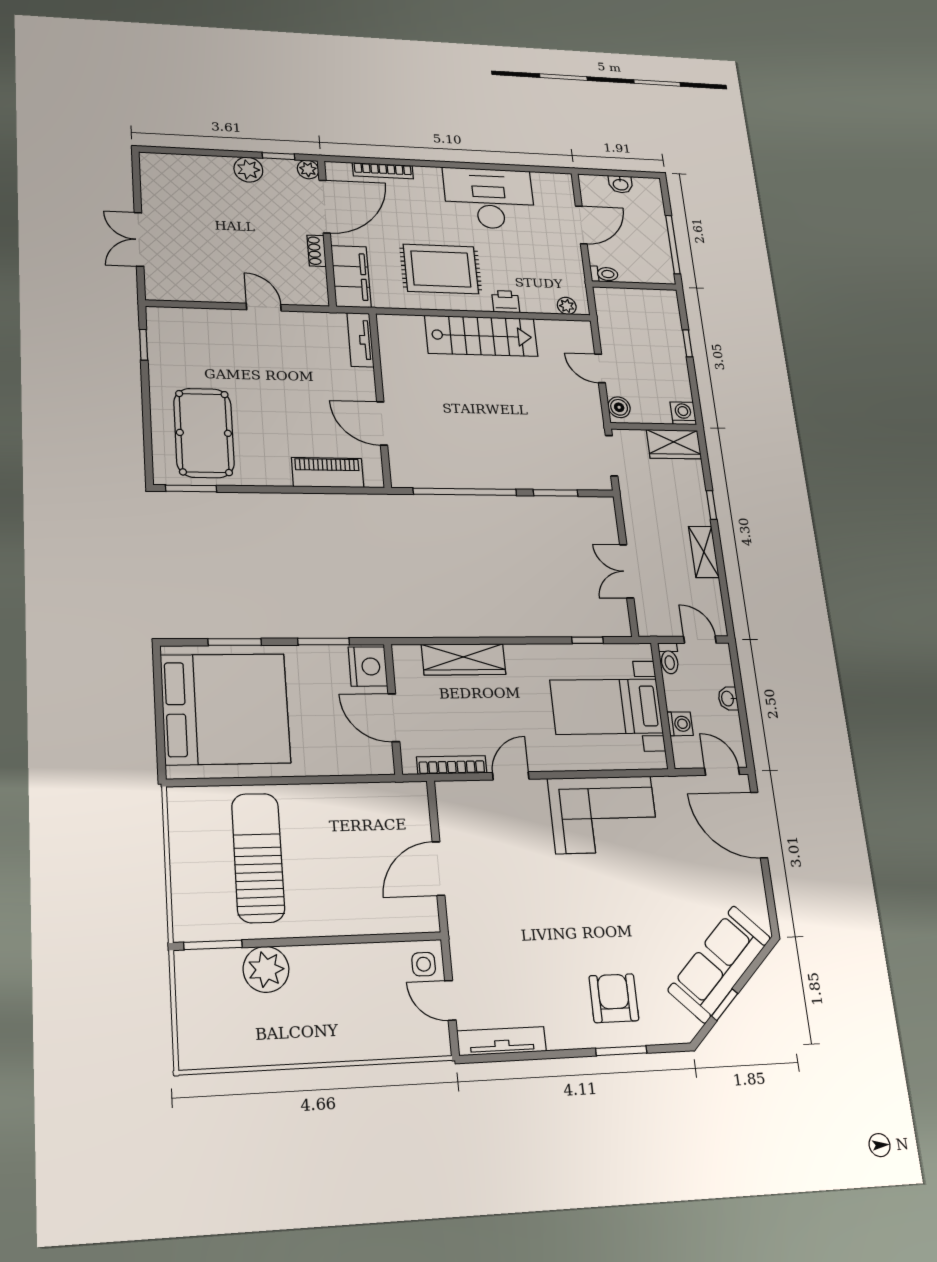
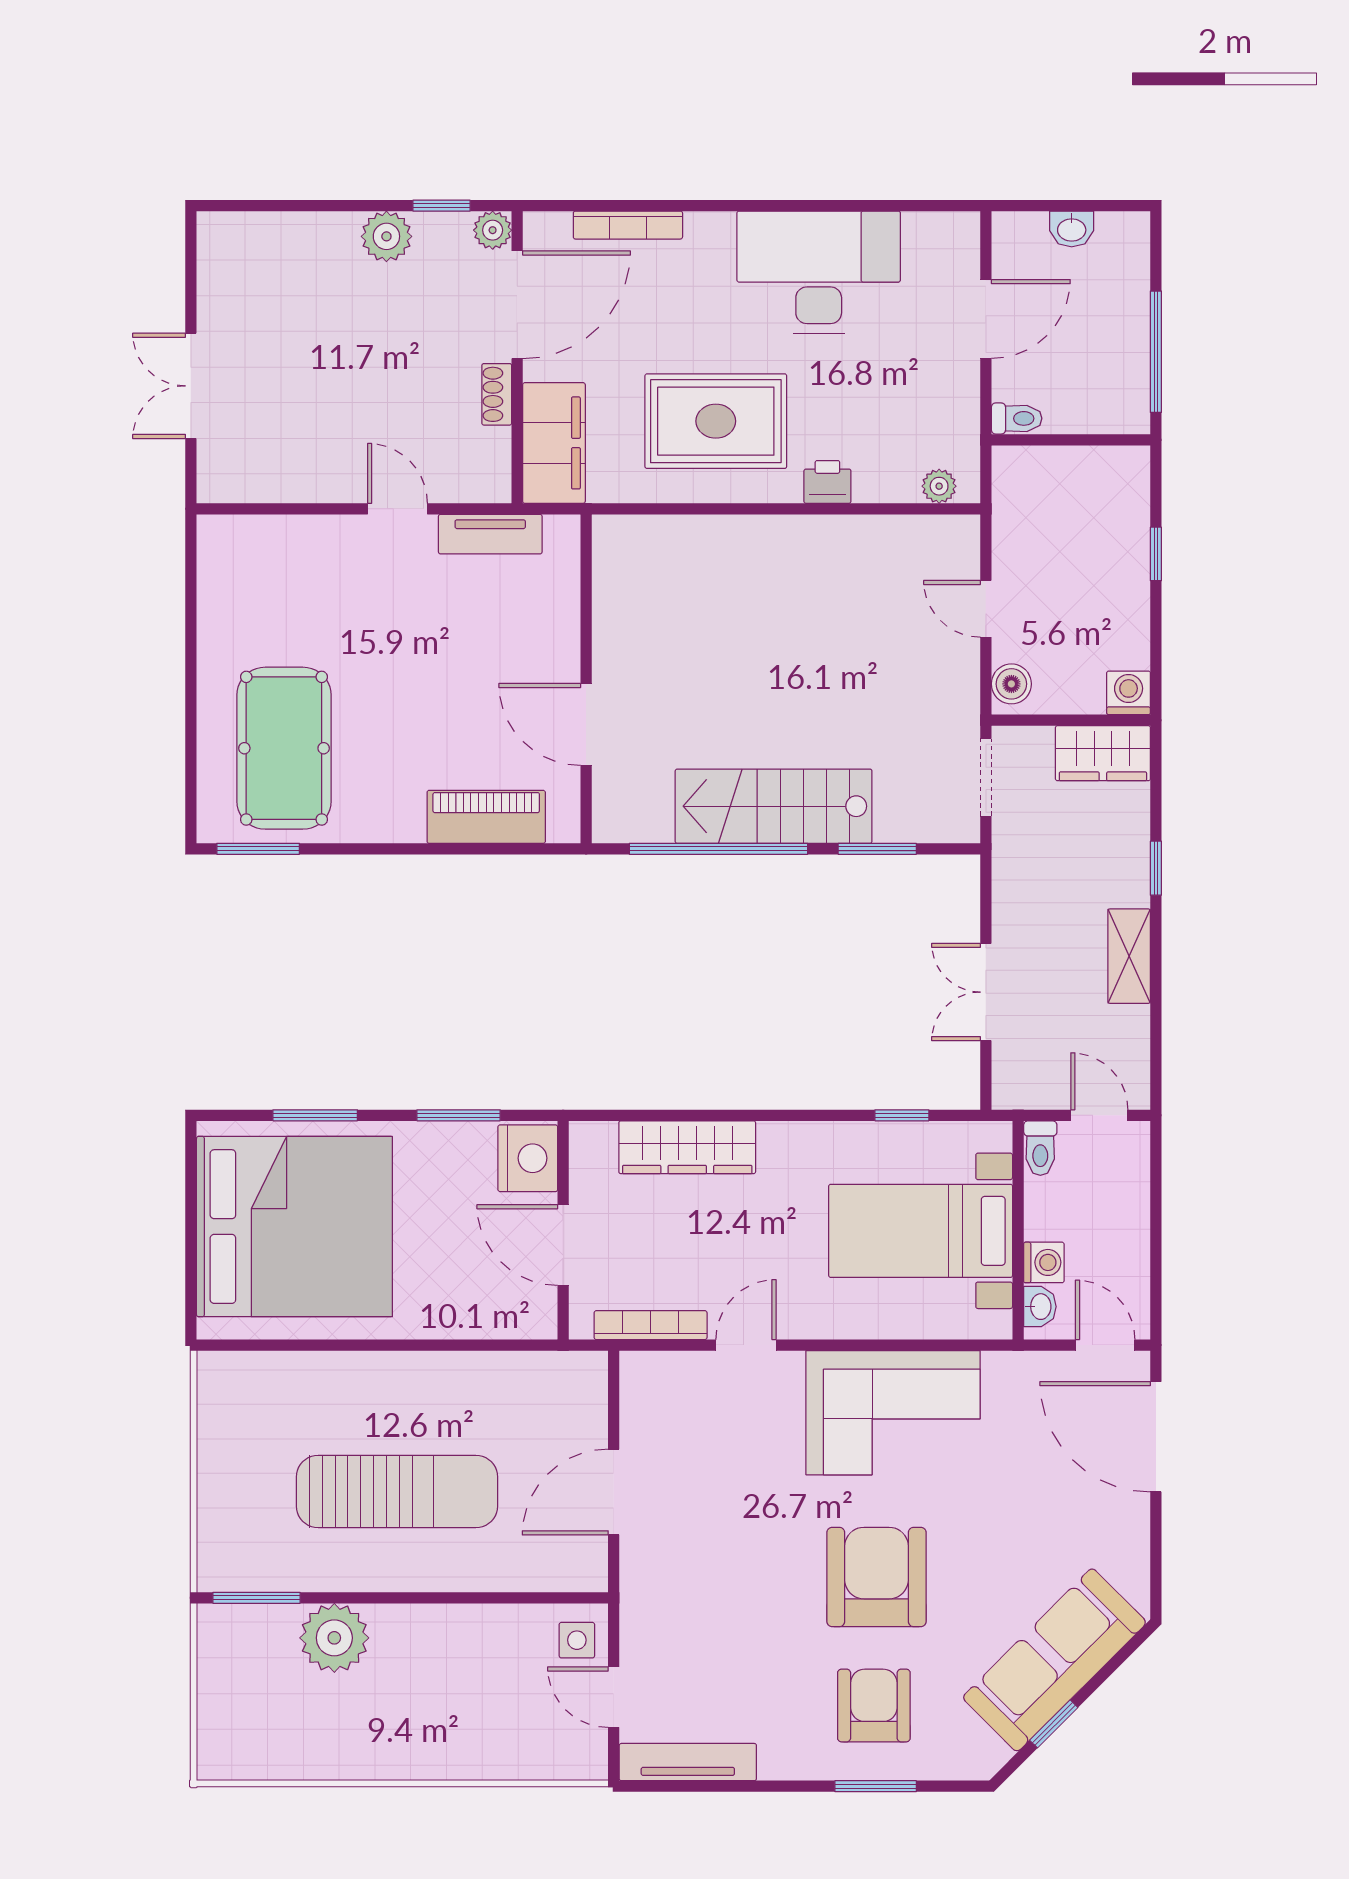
stairs: (481, 336) -> (774, 806), moved, turned 180
tv unit: (360, 340) -> (490, 534), moved, turned -90
window: (144, 345) -> (191, 588), removed
washbasin: (728, 699) -> (1040, 1307), moved, turned 180
sun lounger: (258, 858) -> (397, 1492), moved, turned 90
armchair: (606, 916) -> (877, 1577), added

